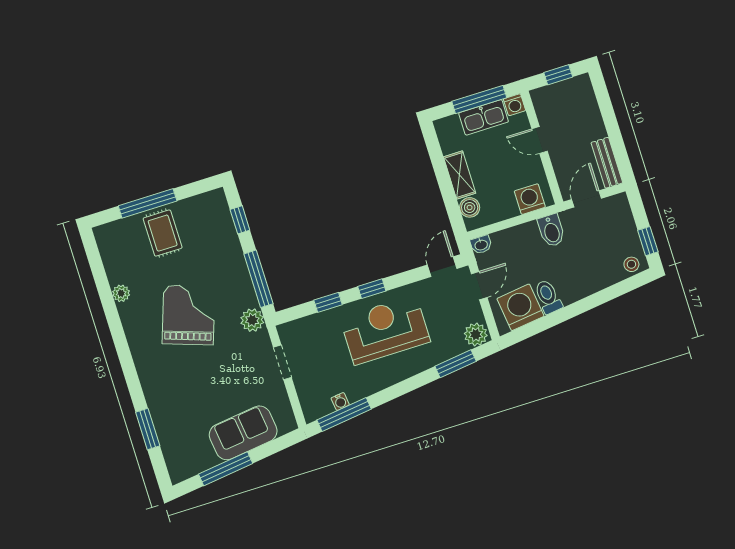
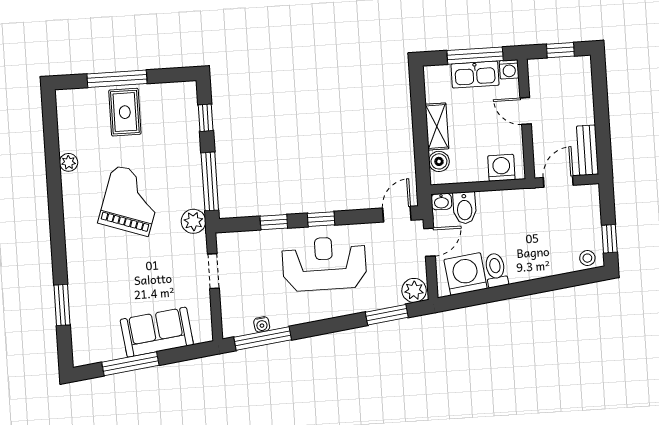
bidet: (551, 231) -> (465, 208), moved

